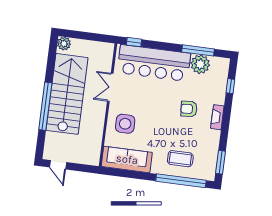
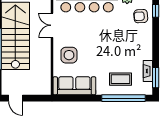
armchair: (189, 109) -> (141, 16), moved
fireplace: (217, 117) -> (148, 71), moved

